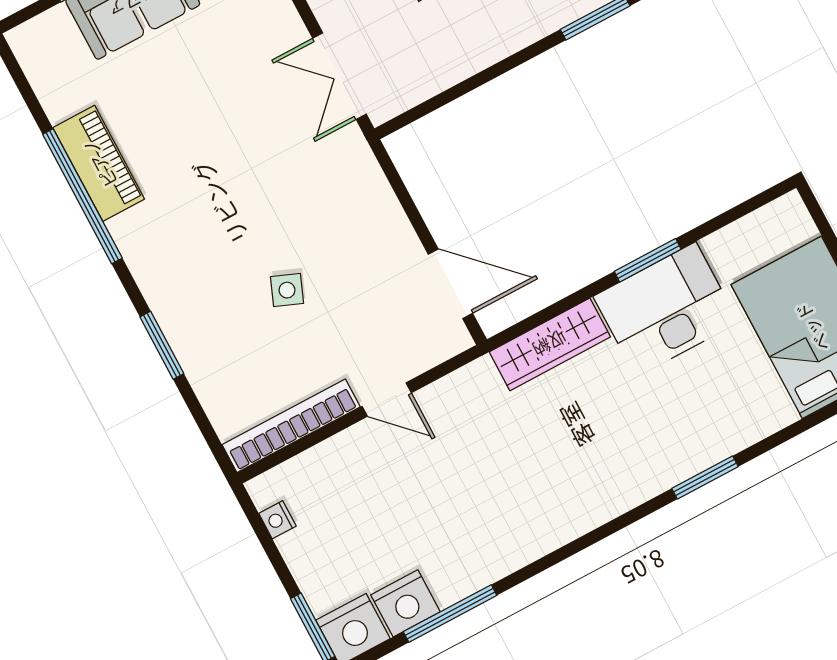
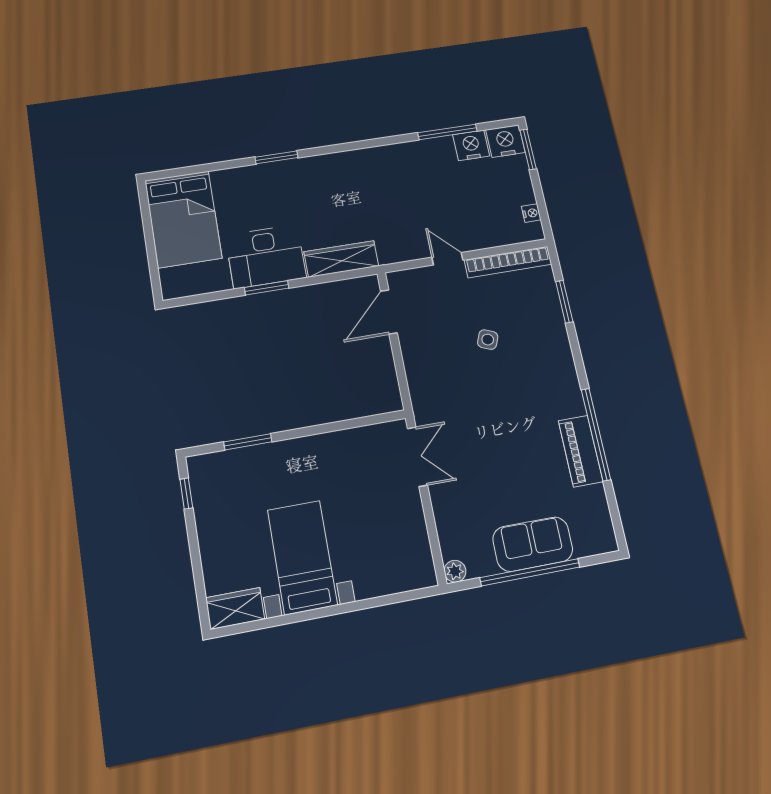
door: (450, 284) -> (389, 312), hinge flipped
window: (162, 345) -> (564, 302), moved

